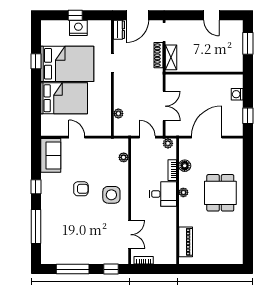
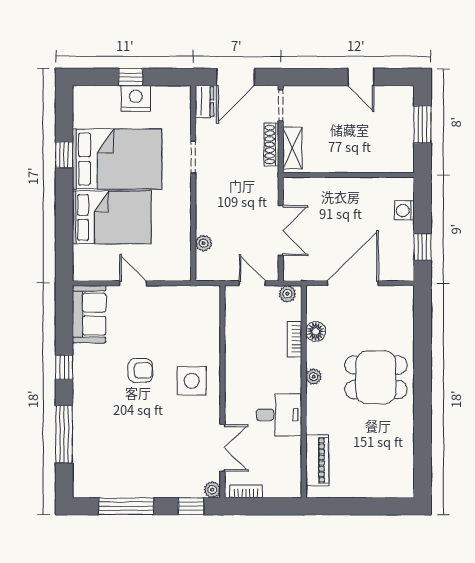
plant: (124, 157) -> (212, 490), moved
dining table: (220, 193) -> (376, 377), turned 90
desk: (163, 194) -> (279, 415), moved

